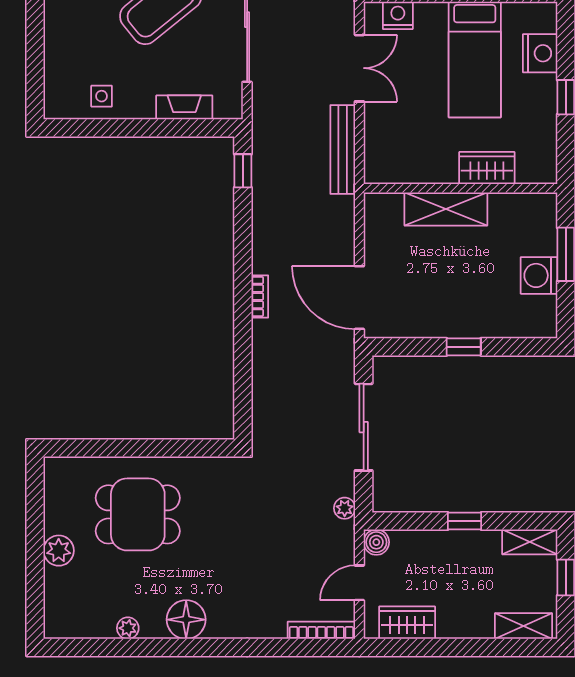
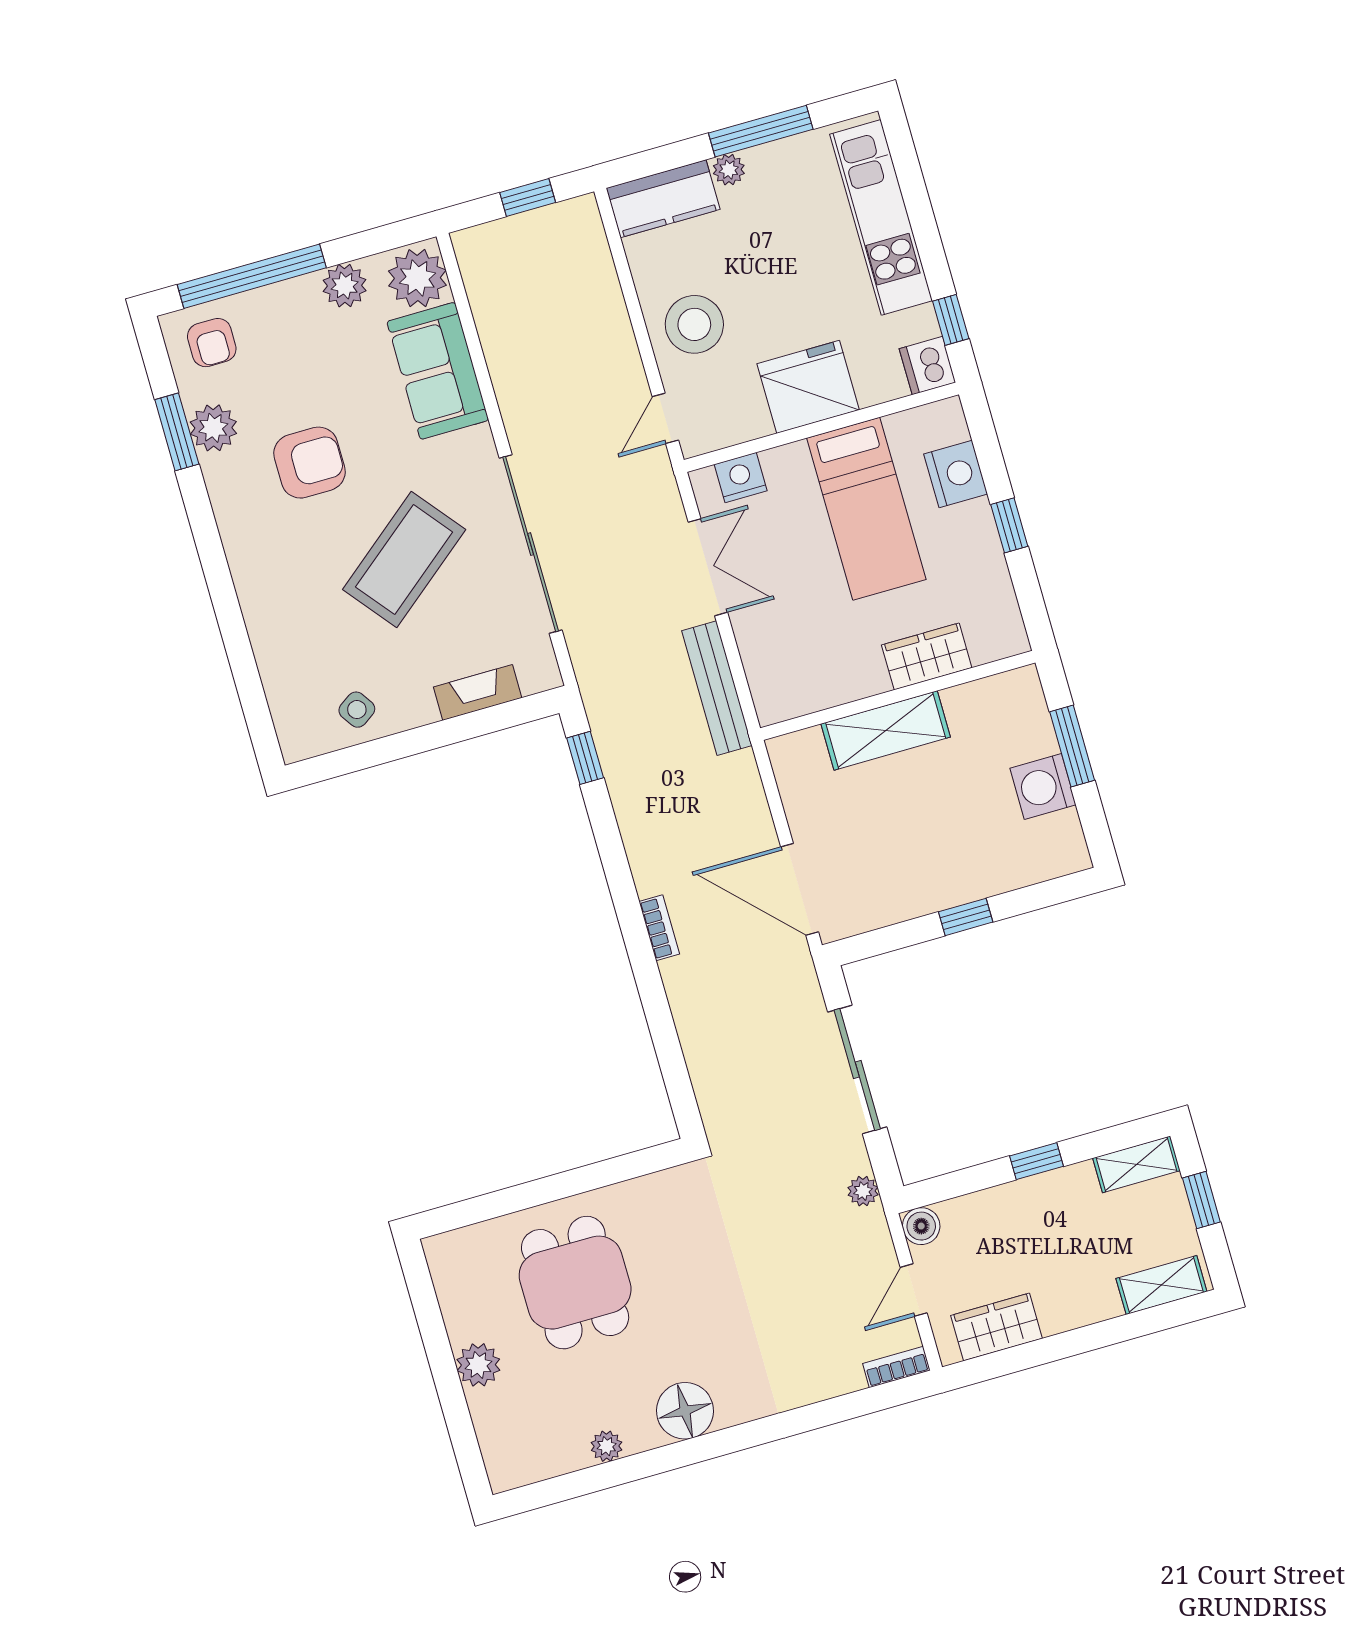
side table: (102, 96) -> (357, 710), turned -34
dining table: (138, 514) -> (575, 1283), turned 90
bookcase: (321, 630) -> (896, 1367), width x0.64

